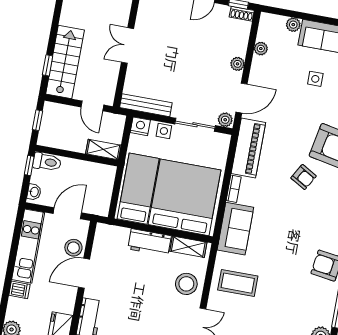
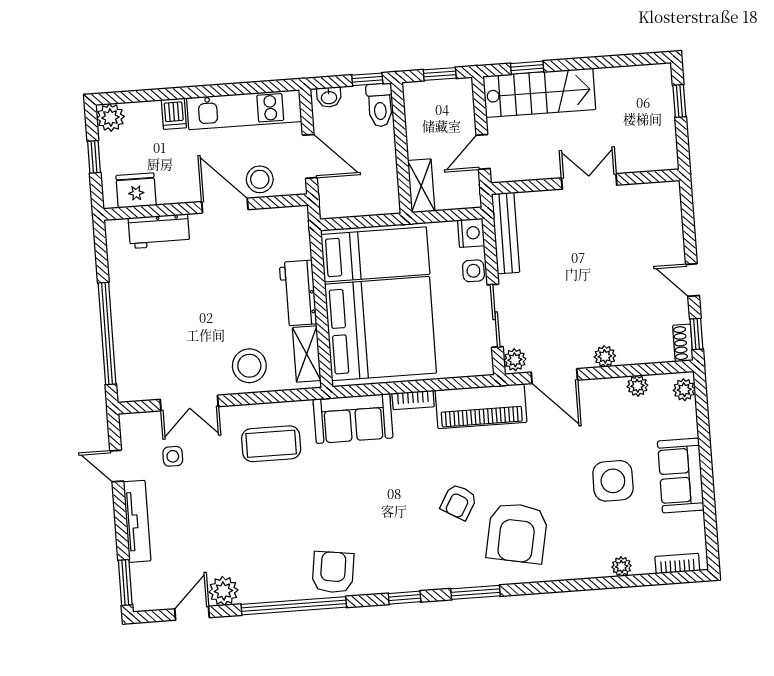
plant: (293, 25) -> (684, 390), moved
side table: (315, 79) -> (613, 481), width x1.87, depth x1.87
coffee table: (238, 283) -> (271, 444), turned 90

